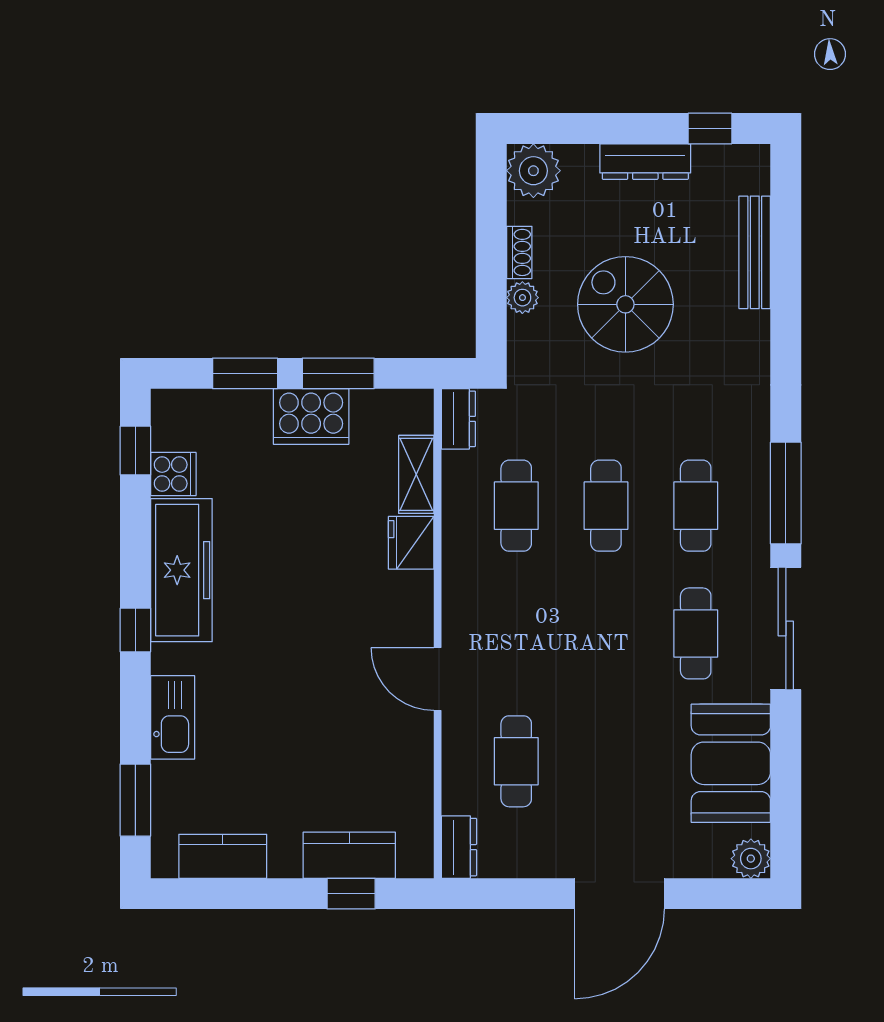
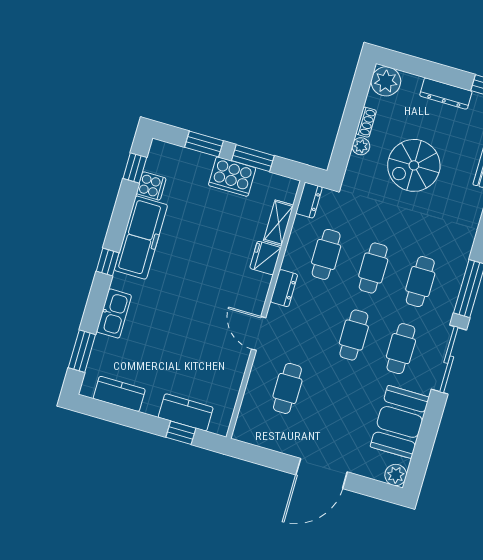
spiral stairs: (625, 304) -> (414, 165), turned -90
cafe table: (606, 633) -> (354, 335), added
dresser: (459, 847) -> (284, 288), moved

